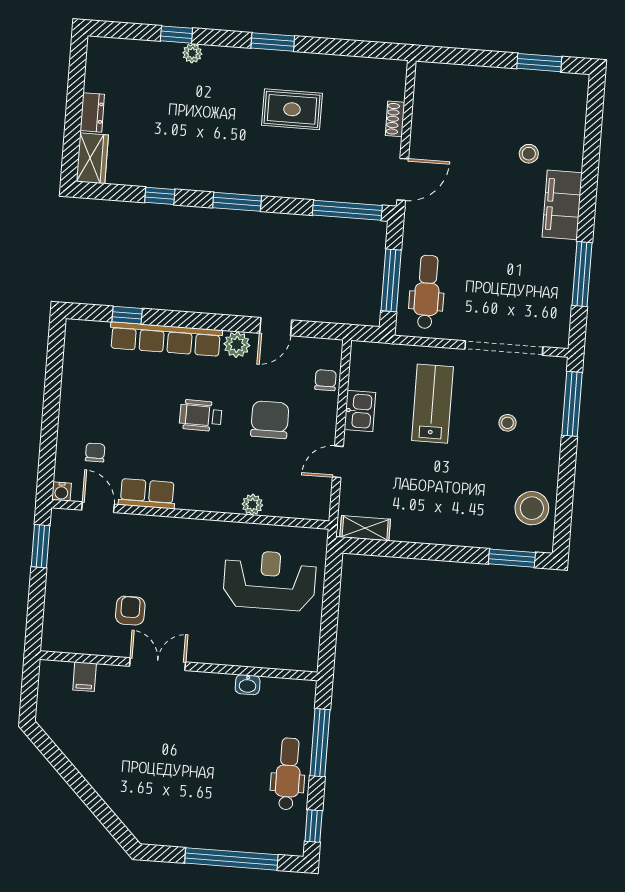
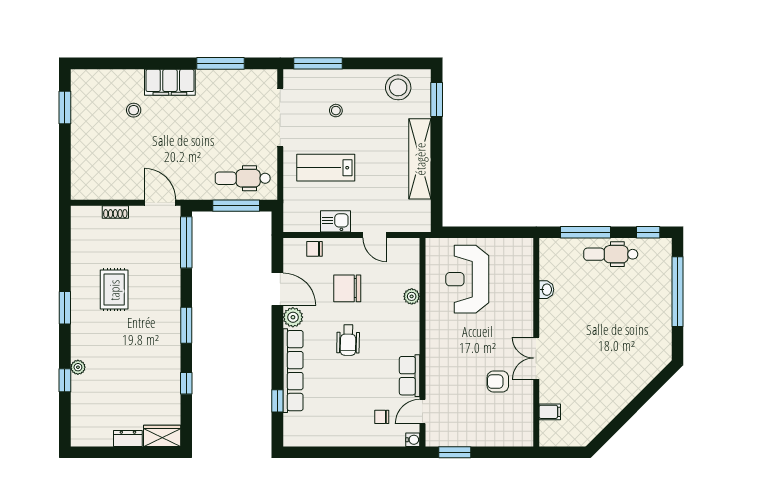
door: (276, 327) -> (277, 289), width x1.38
shelving: (365, 528) -> (420, 159), moved, width x2.20, depth x1.33

